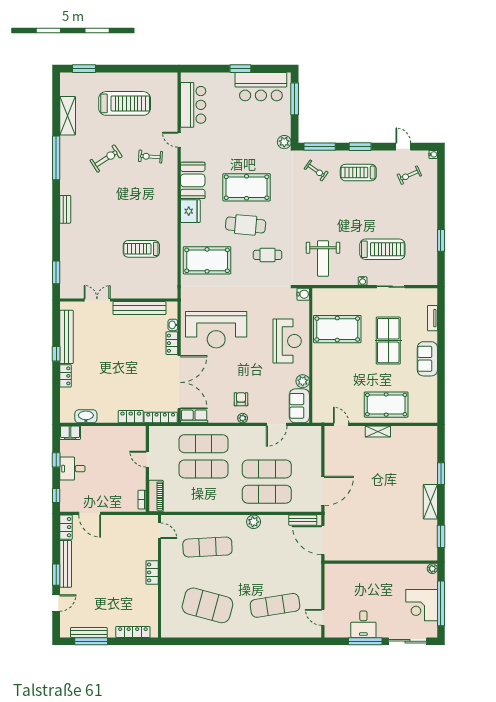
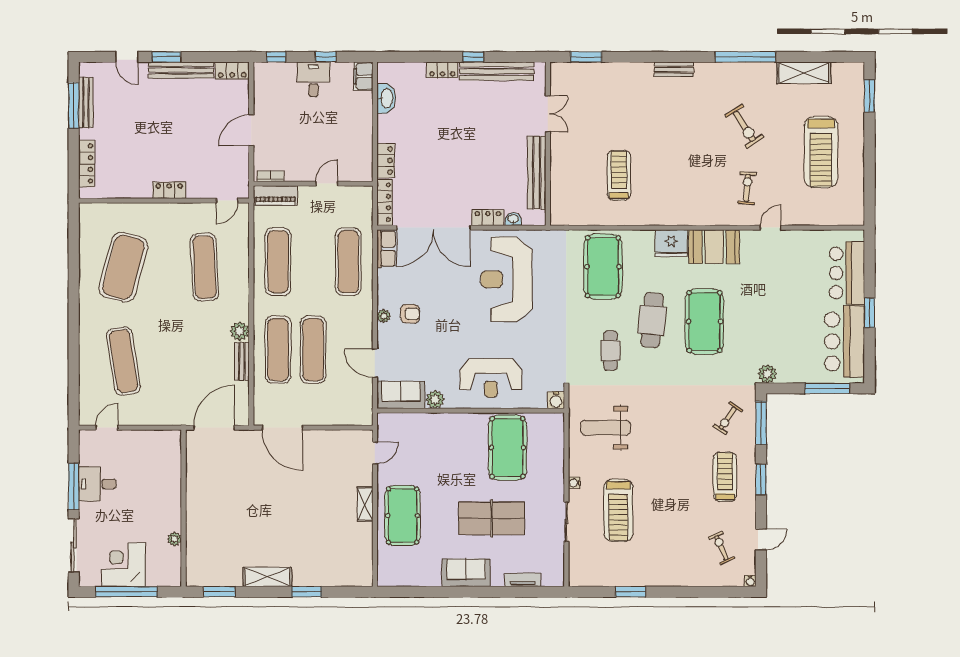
bar counter: (193, 105) -> (847, 273), moved, turned 90
exercise mat: (203, 469) -> (278, 262), moved
door: (90, 513) -> (251, 130), moved
bench: (303, 520) -> (242, 361), moved
plant: (432, 569) -> (175, 539), moved

